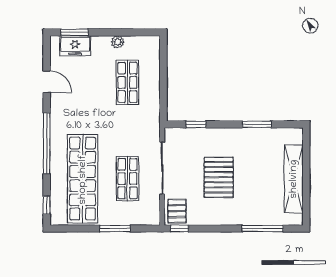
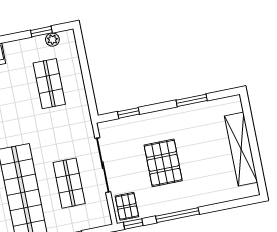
window: (130, 32) -> (41, 32), added
plant: (118, 42) -> (52, 40), moved
window: (263, 229) -> (178, 215), moved

